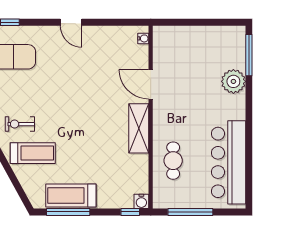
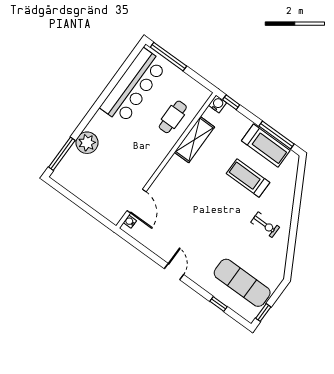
door: (151, 84) -> (137, 201), moved
shelving: (139, 128) -> (194, 140), moved
treadmill: (33, 153) -> (248, 178), moved
window: (190, 212) -> (168, 57), moved

